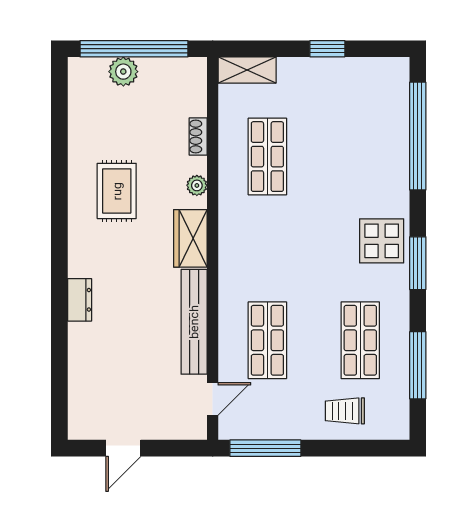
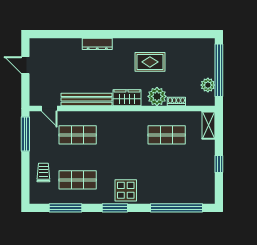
plant: (123, 72) -> (208, 85), moved
plant: (197, 185) -> (157, 96), width x1.88, depth x1.88
dresser: (80, 300) -> (97, 44), width x1.44

